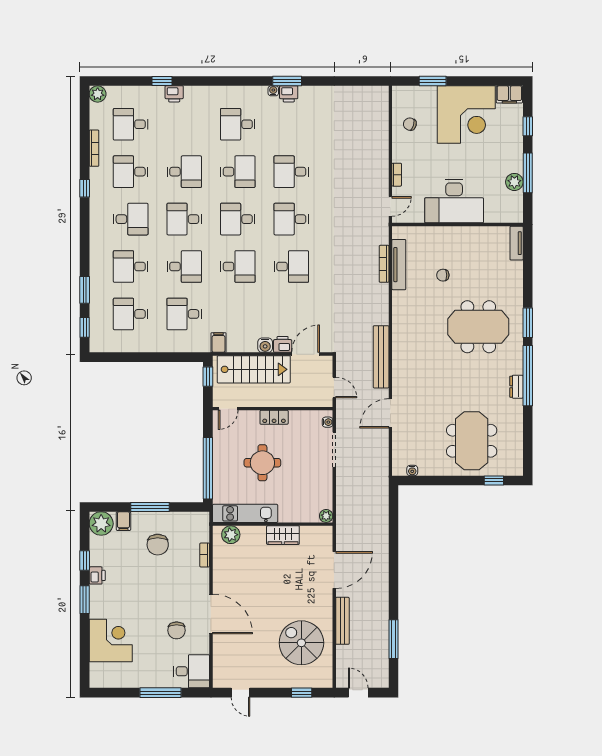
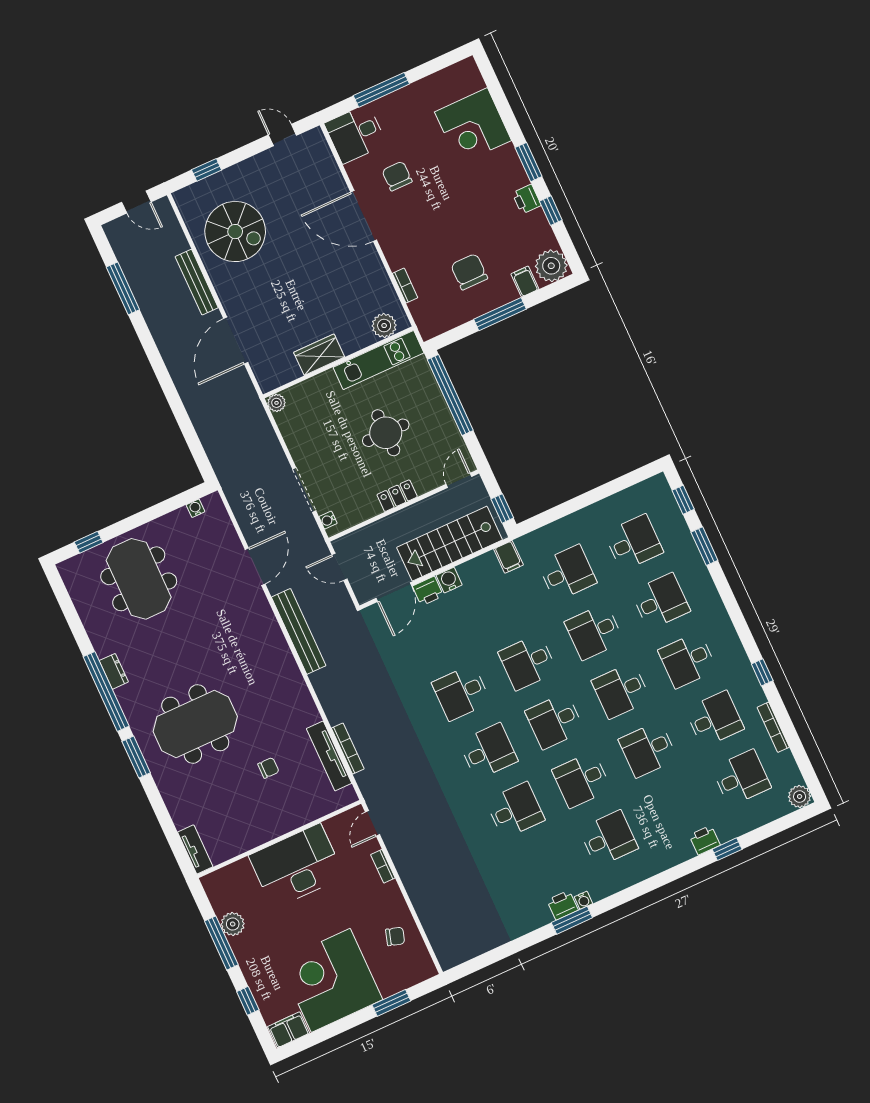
desk: (184, 219) -> (621, 691), turned 180
desk: (238, 219) -> (555, 721), turned 180

